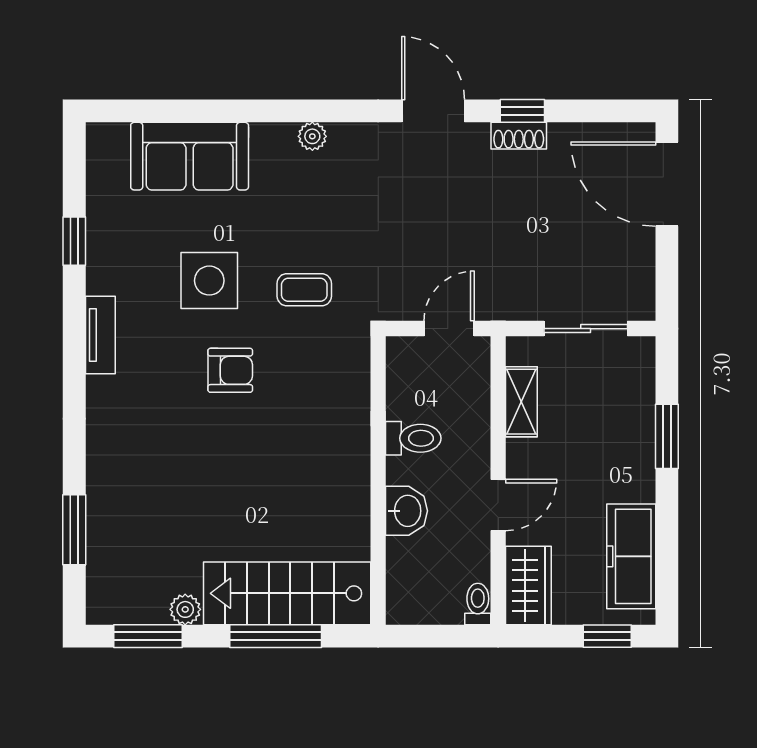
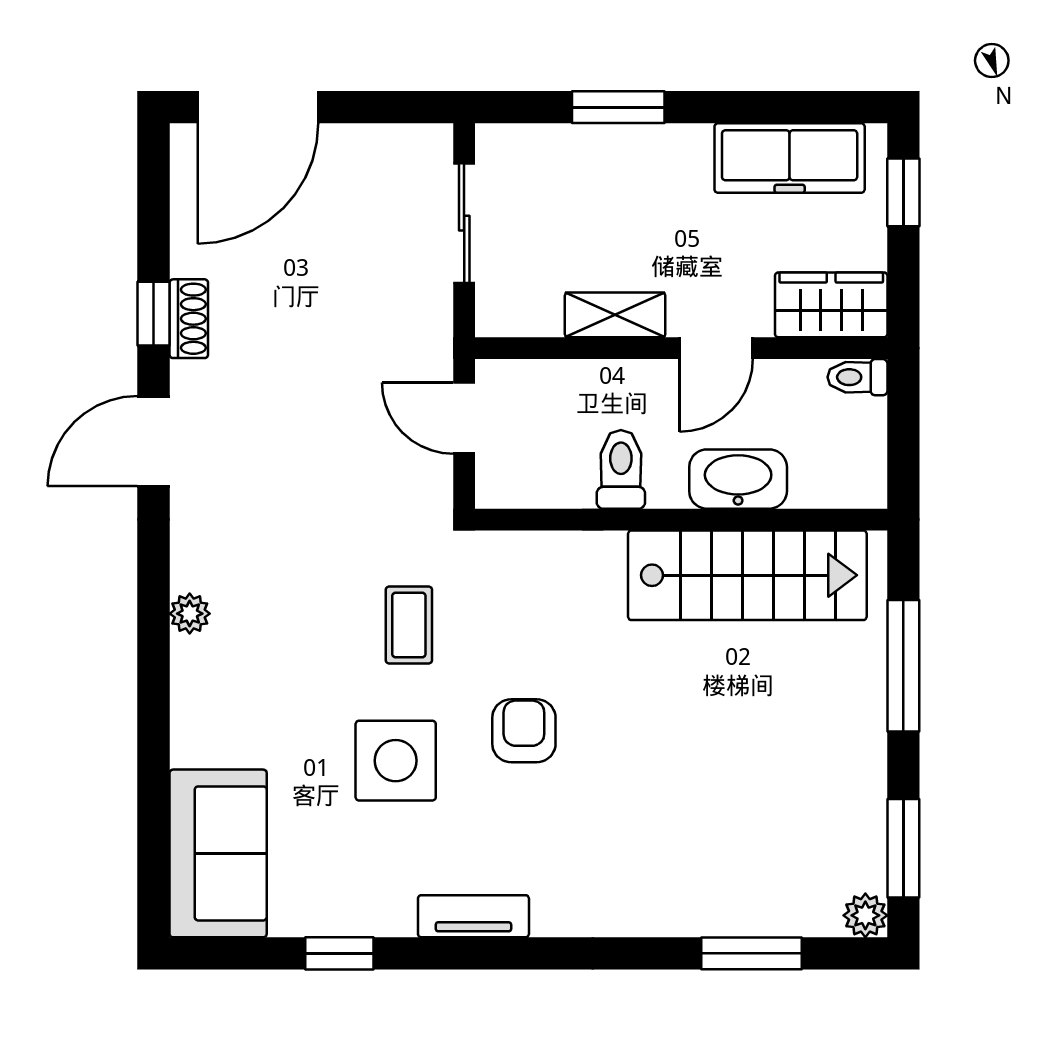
sofa: (190, 156) -> (218, 853), moved
shelving: (521, 402) -> (615, 315), moved
door: (498, 505) -> (716, 348), swing flipped
washbasin: (406, 511) -> (738, 479), width x1.38
stairs: (287, 593) -> (747, 575), moved, turned -90
plant: (185, 609) -> (865, 915), moved

